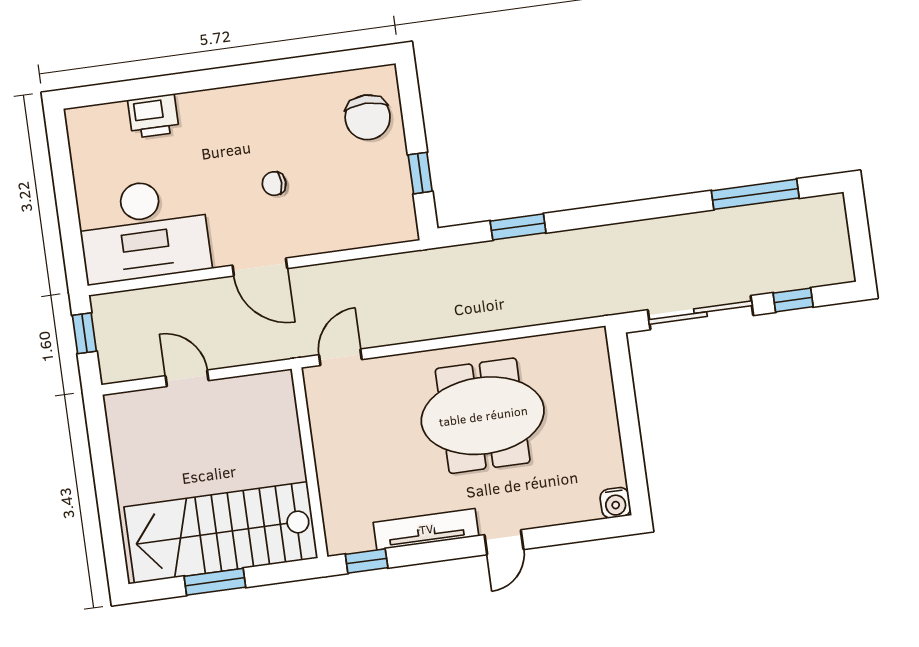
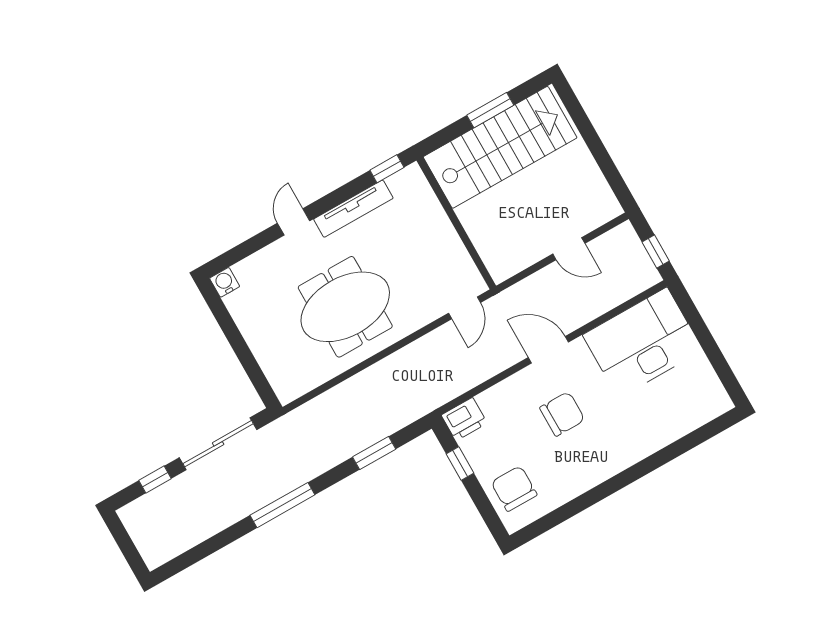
printer: (153, 116) -> (464, 419), moved, turned 180
chair: (274, 184) -> (562, 414), width x1.87, depth x1.87
window: (755, 194) -> (282, 505), moved

